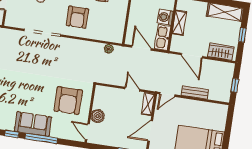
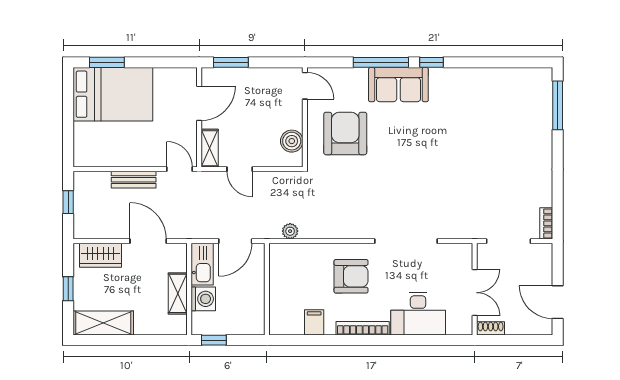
armchair: (77, 17) -> (351, 276), turned 90
door: (141, 48) -> (235, 241), hinge flipped
door: (167, 94) -> (180, 169), hinge flipped
boiler: (97, 116) -> (292, 141), moved

